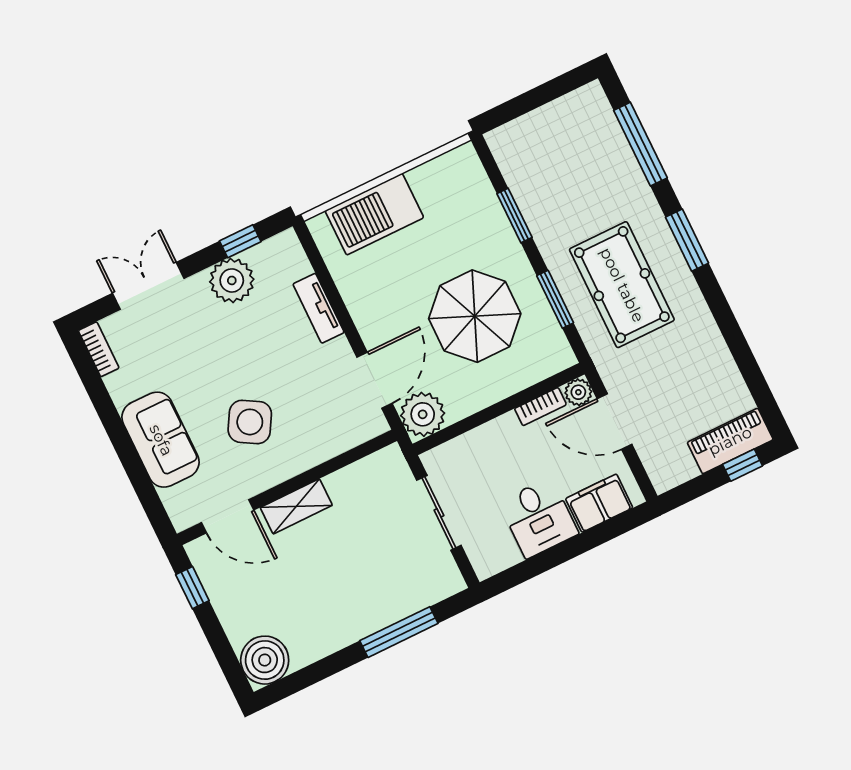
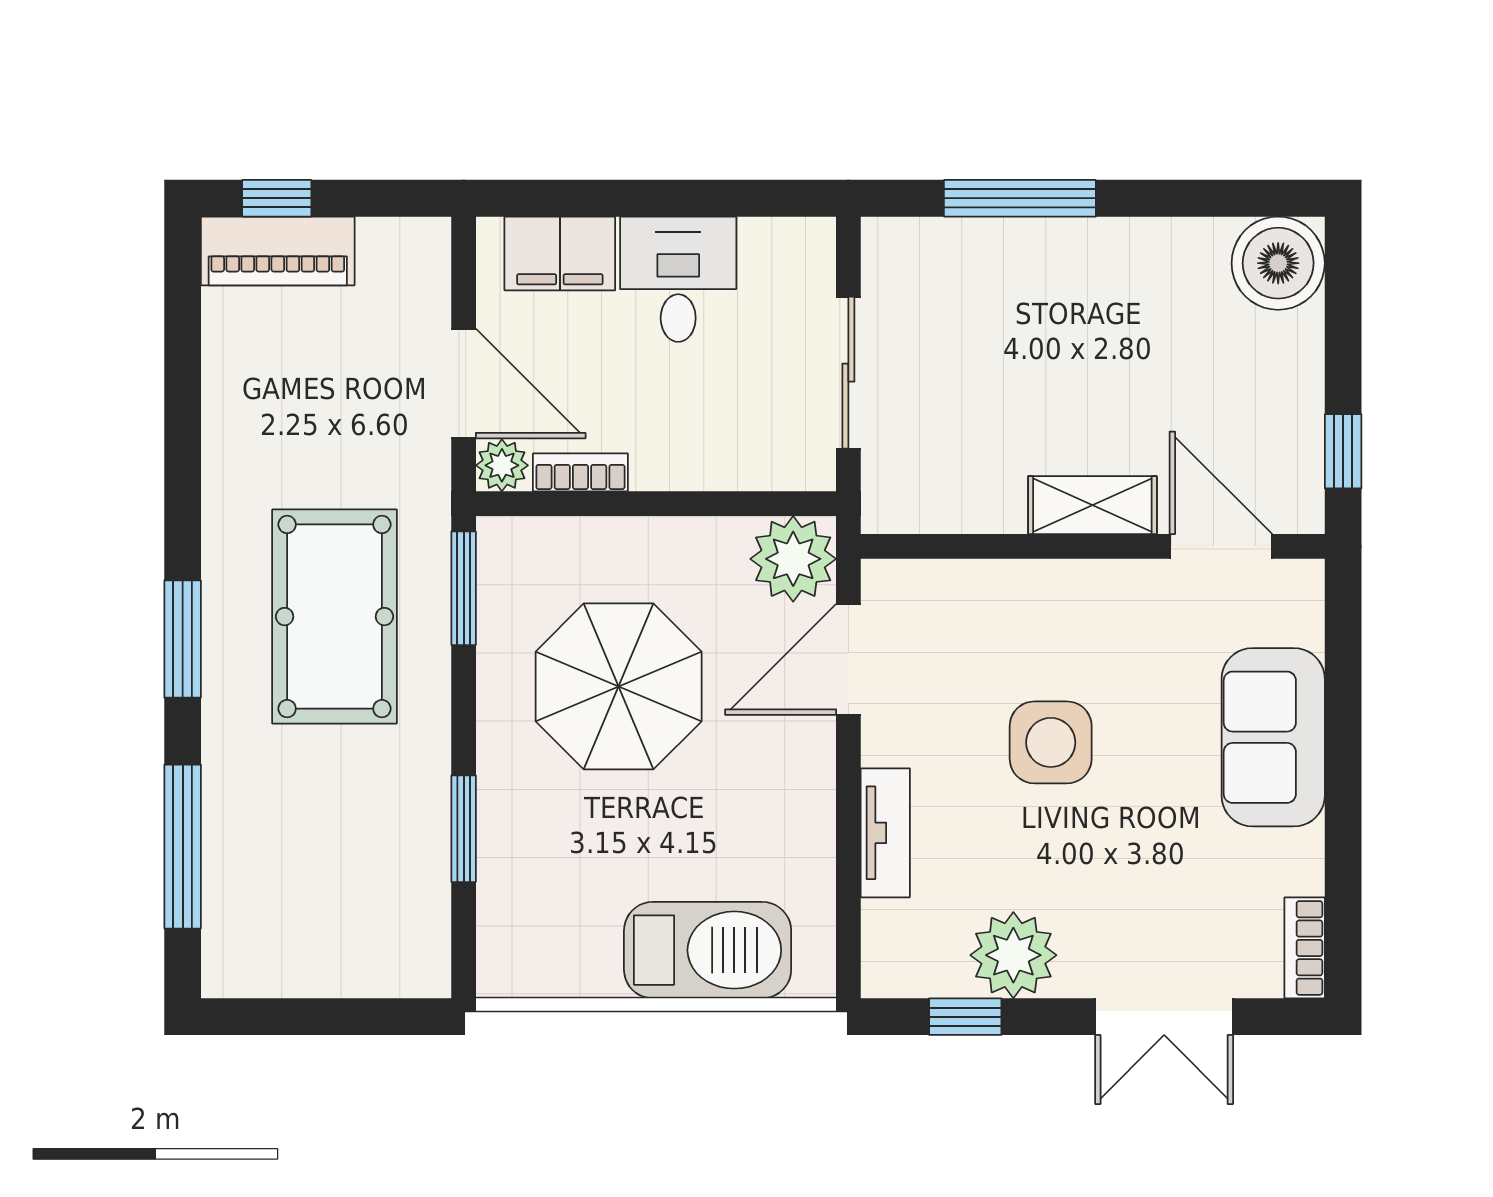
window: (555, 299) -> (464, 588), moved
side table: (250, 422) -> (1051, 742), moved, turned -30

